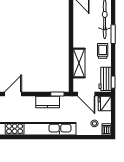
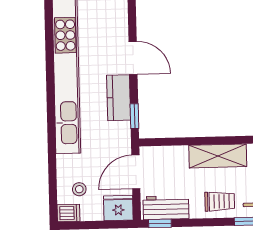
shelving: (79, 63) -> (218, 156), moved
door: (13, 94) -> (133, 58), moved

